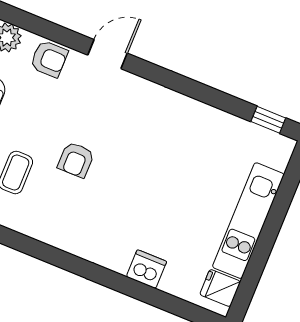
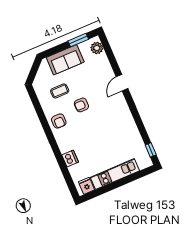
door: (108, 54) -> (122, 83), swing flipped
armchair: (49, 59) -> (59, 121), moved

